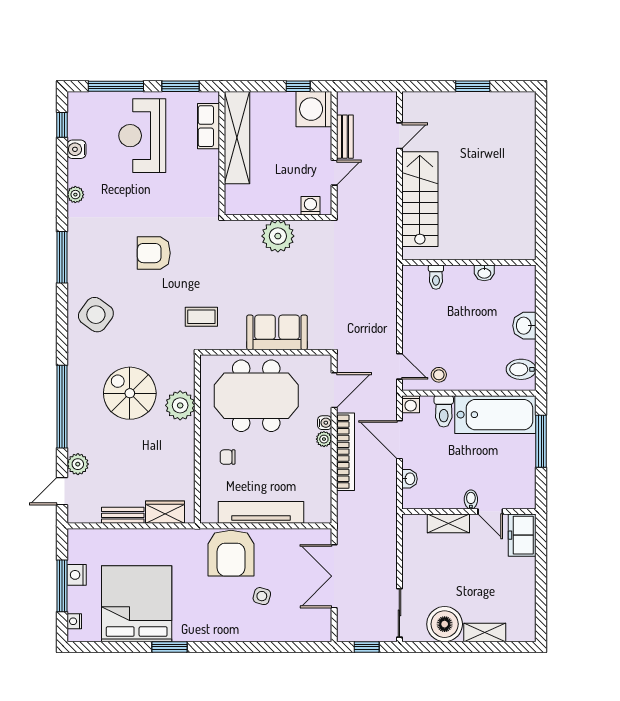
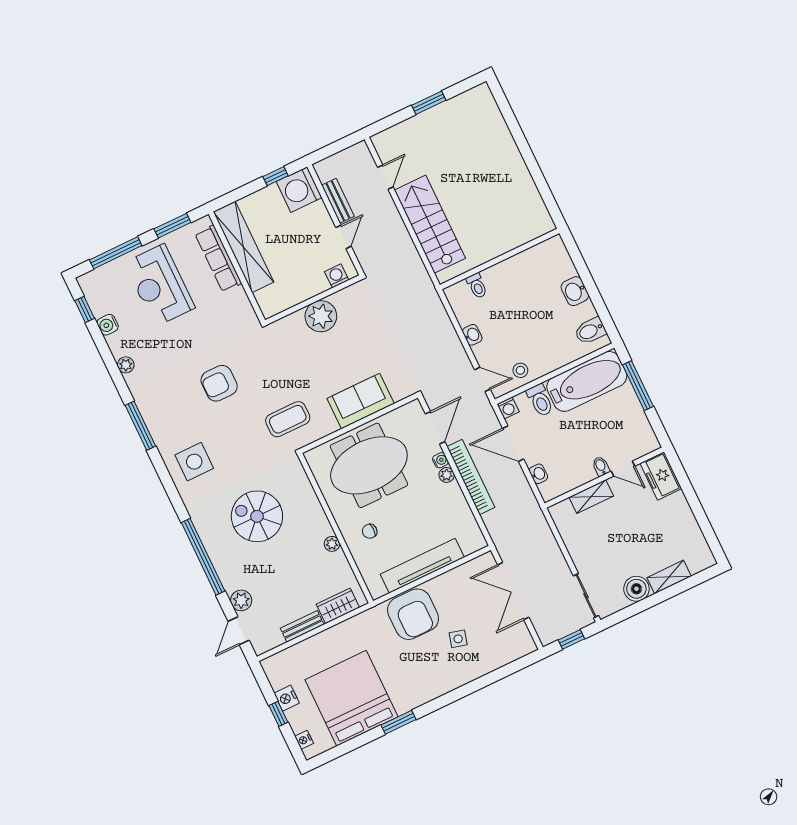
row of seats: (208, 126) -> (218, 259), width x1.48
washbasin: (484, 273) -> (472, 335), moved, turned -90
side table: (96, 315) -> (194, 462), turned -36
coffee table: (201, 317) -> (288, 419), width x1.36, depth x1.30
plant: (180, 405) -> (332, 544), moved, width x0.53, depth x0.53
window: (62, 586) -> (278, 714), width x0.46
boiler: (445, 624) -> (636, 589), width x0.73, depth x0.73

